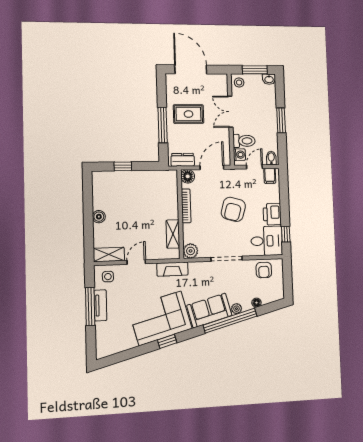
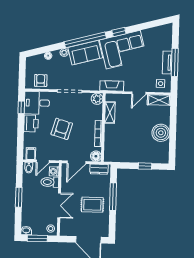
boiler: (99, 217) -> (161, 133), width x1.86, depth x1.86
window: (230, 321) -> (85, 40), moved

